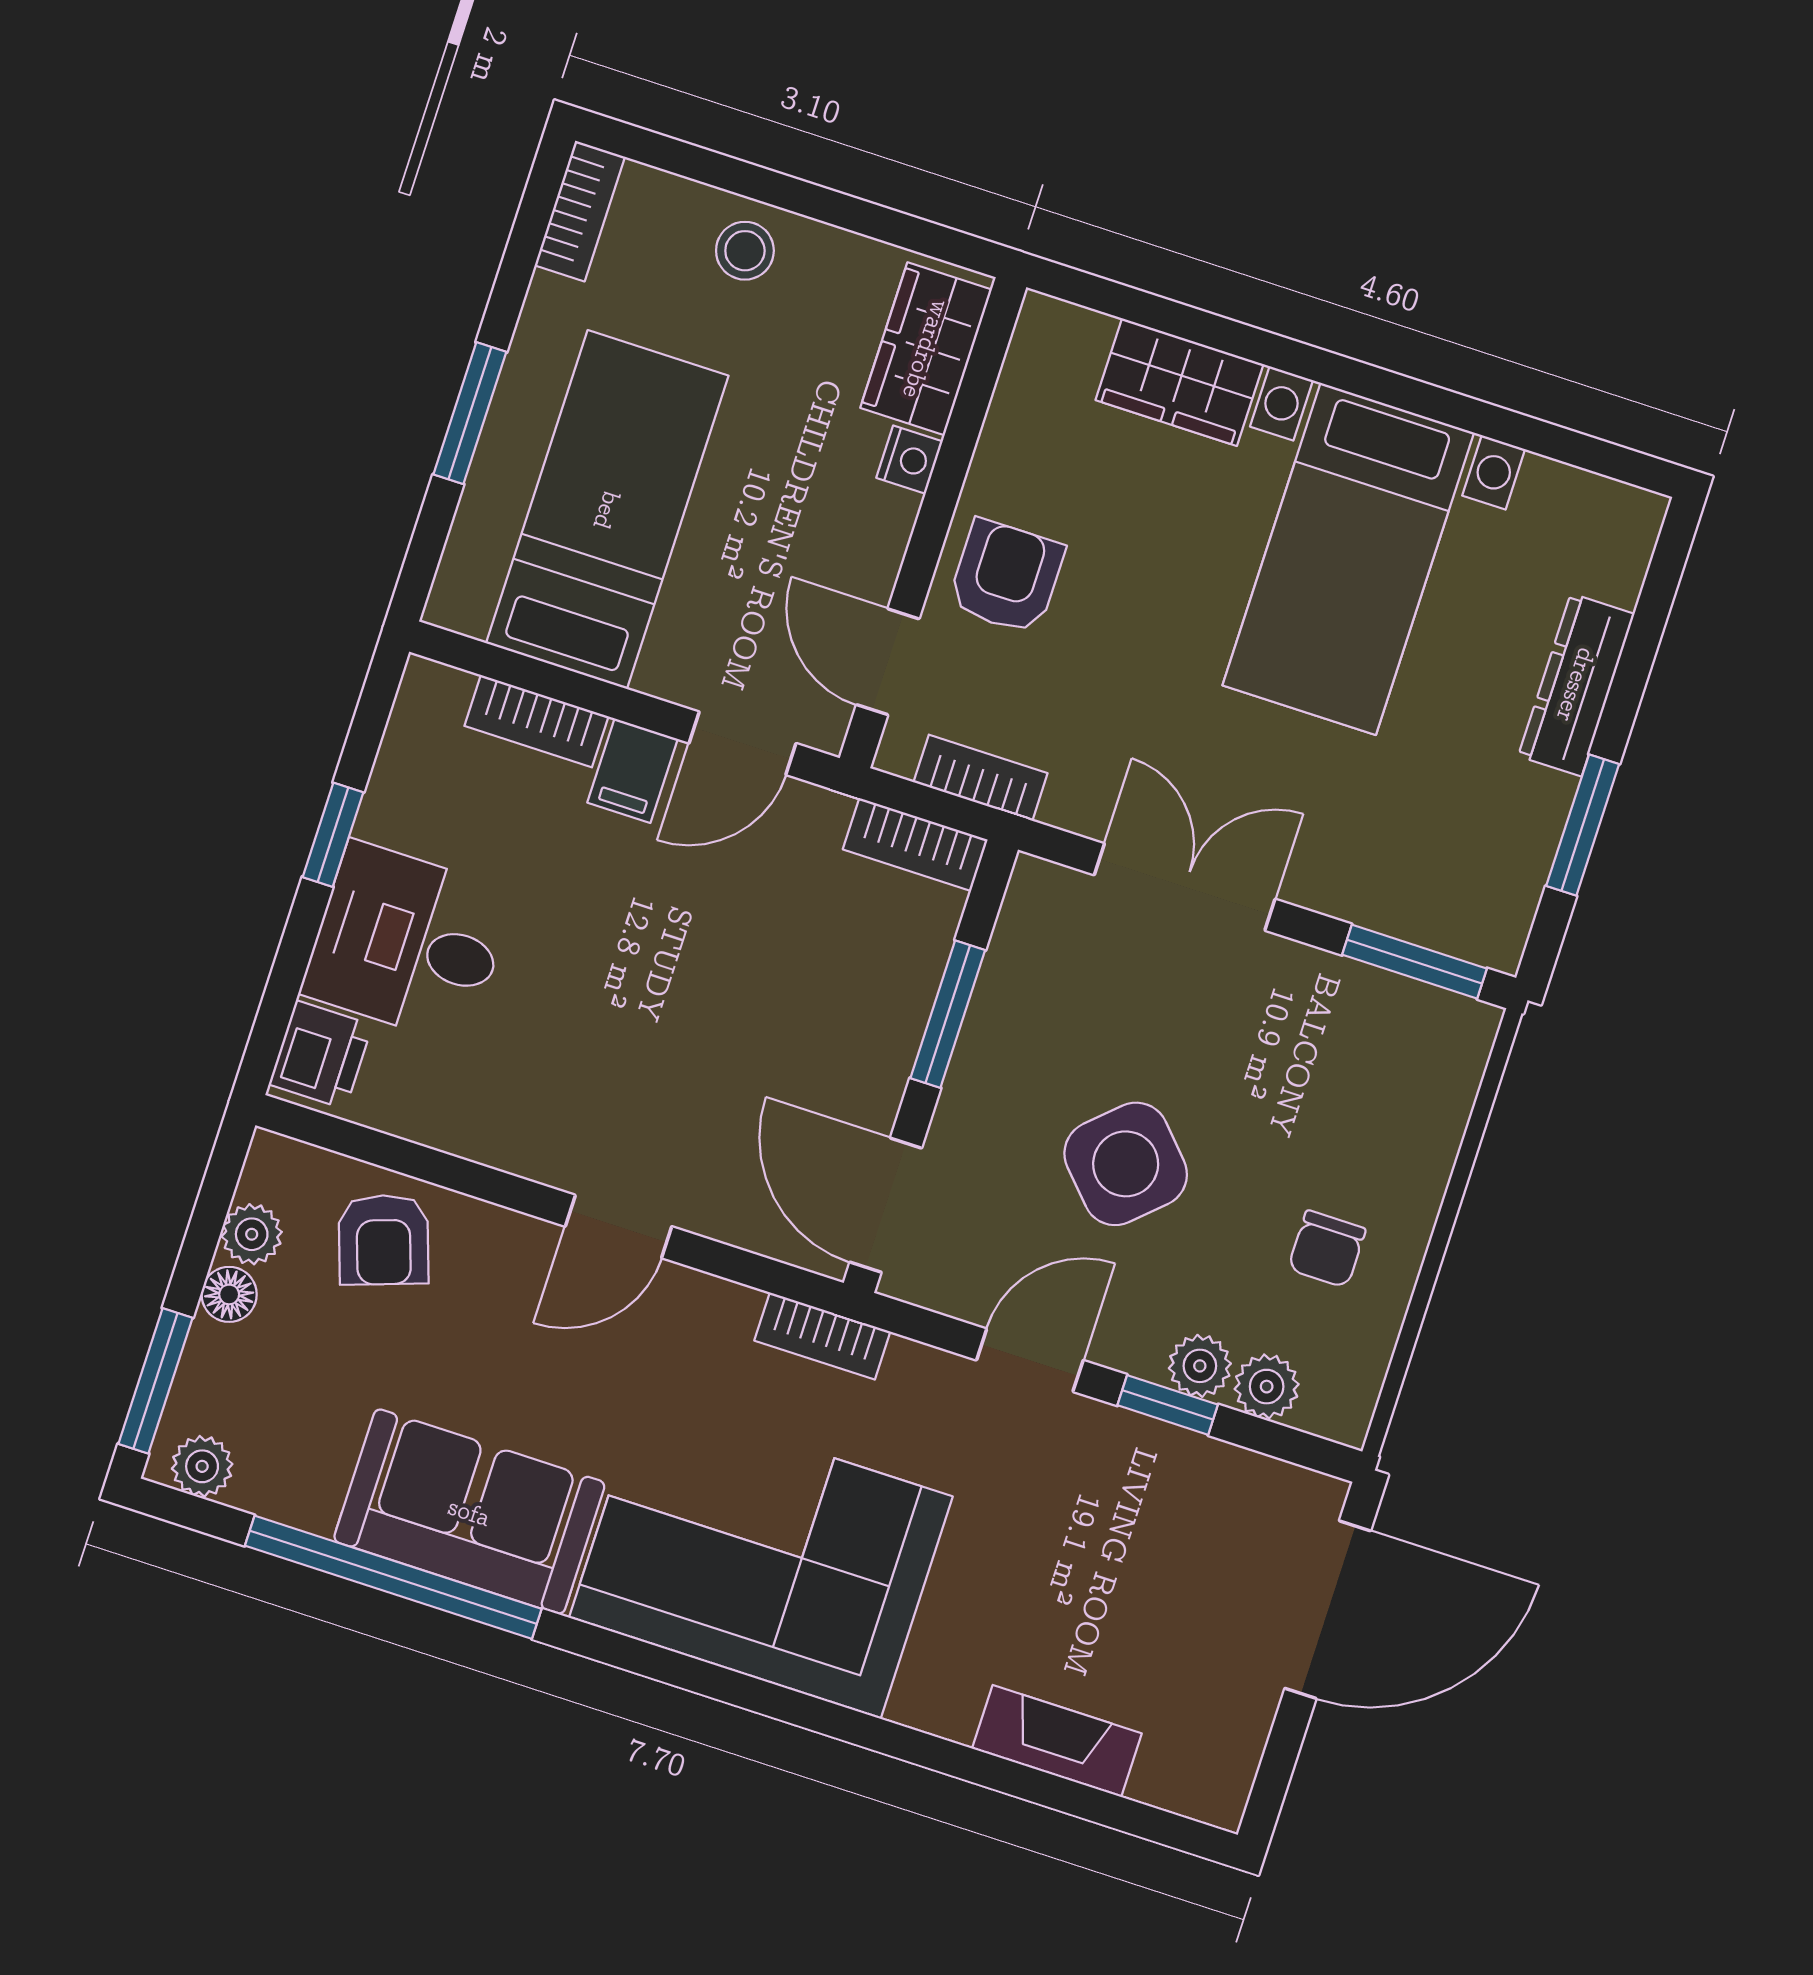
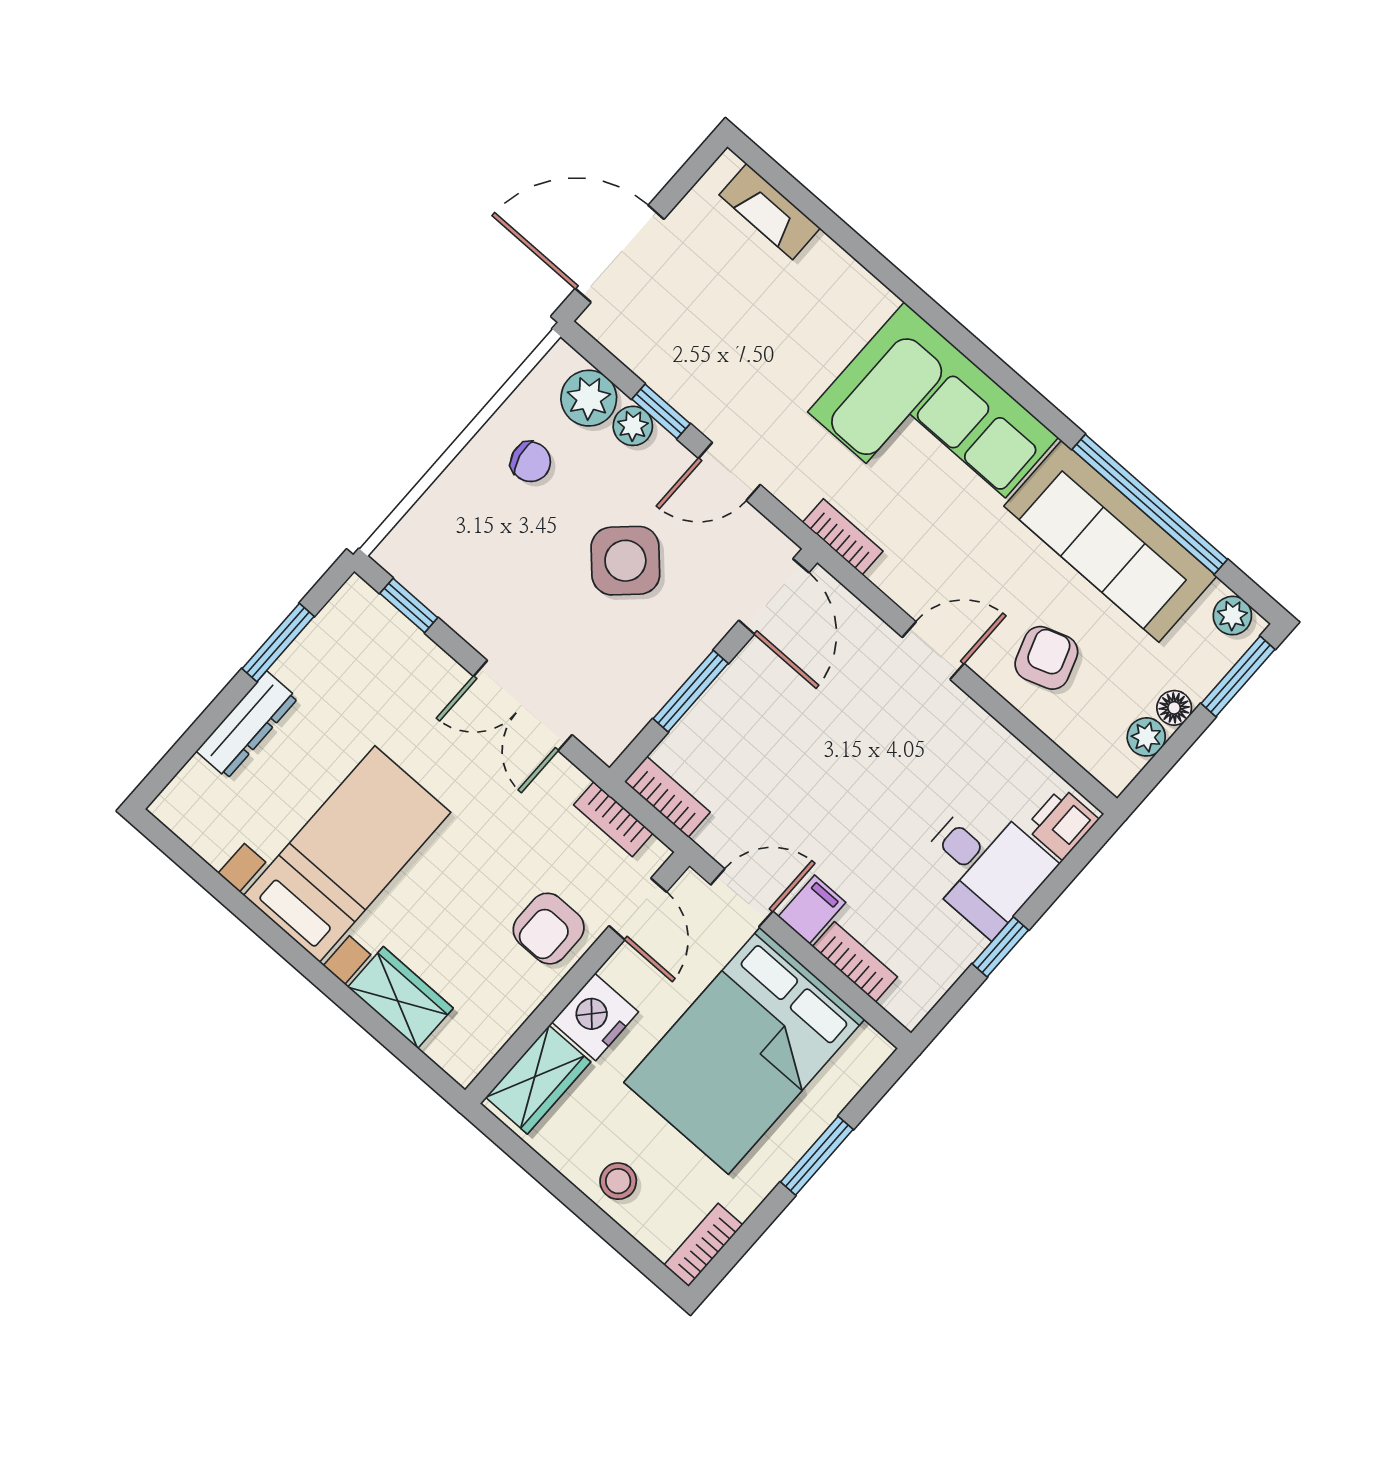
nightstand: (909, 460) -> (595, 1017), width x1.89, depth x1.79
bed: (607, 510) -> (744, 1051), width x1.50
window: (1415, 962) -> (409, 606), width x0.67
armchair: (384, 1240) -> (1046, 658), moved
chair: (1327, 1249) -> (531, 462), turned 78
plant: (1267, 1387) -> (589, 398), width x1.38, depth x1.38
sofa: (469, 1512) -> (1110, 541), width x1.36
fireplace: (1057, 1741) -> (770, 212), moved

